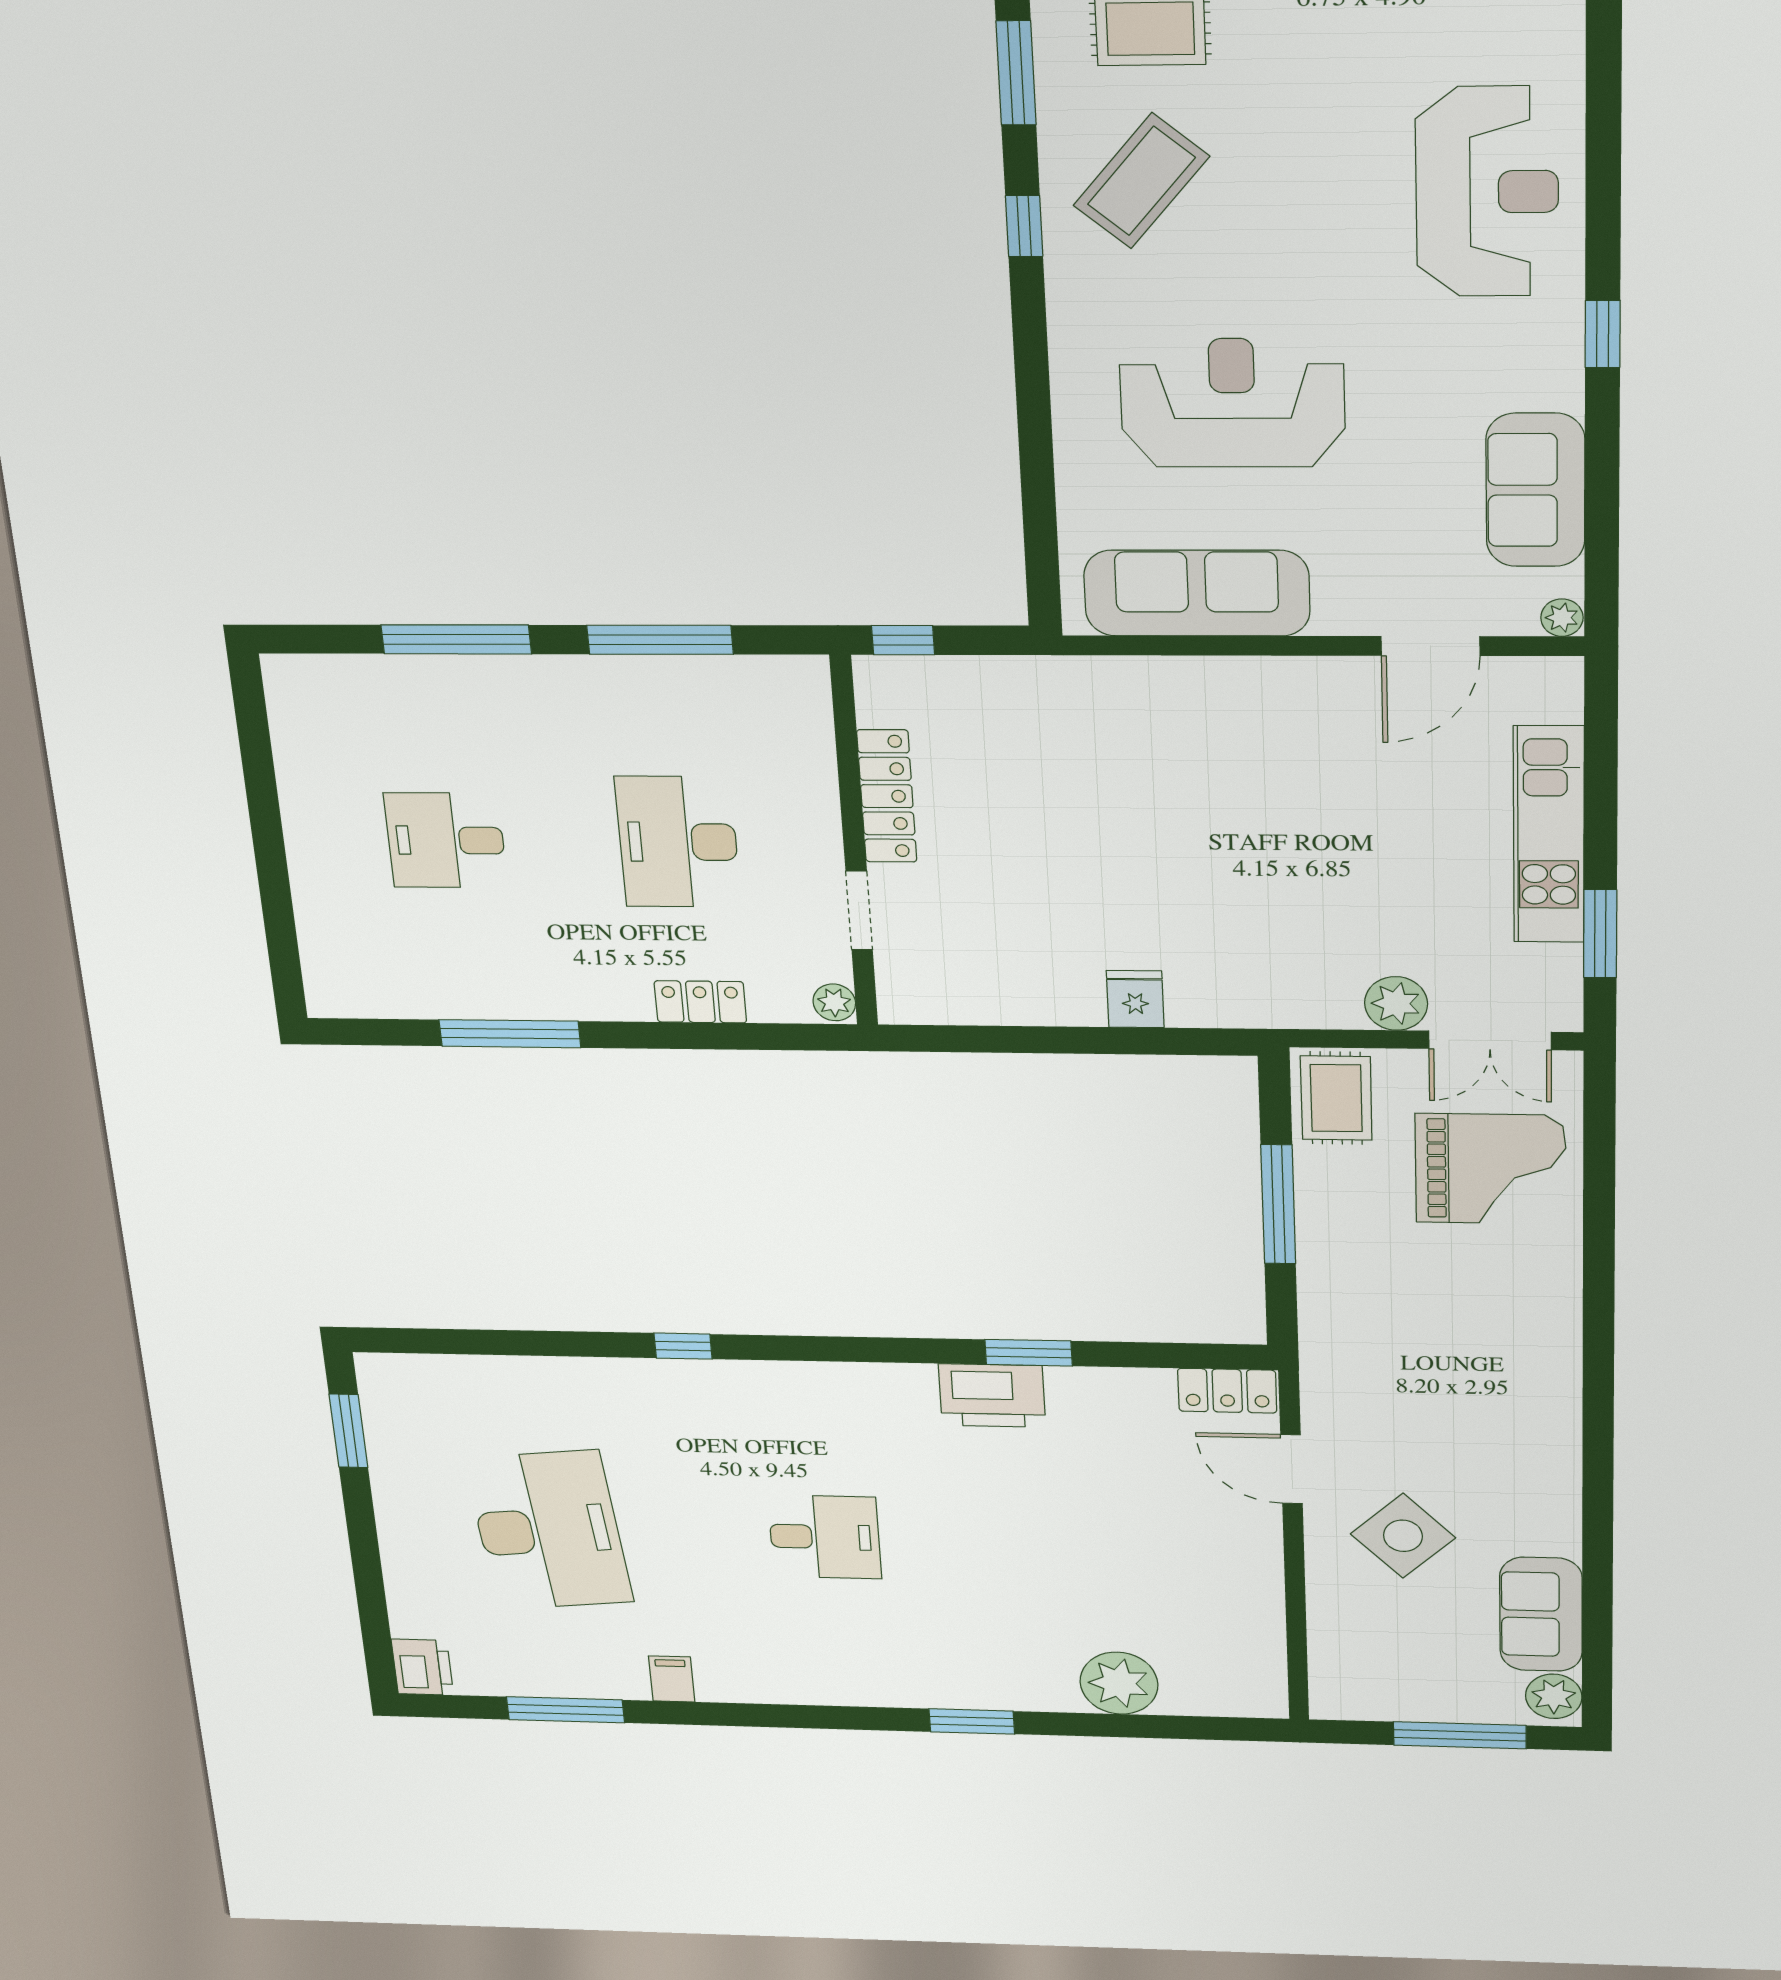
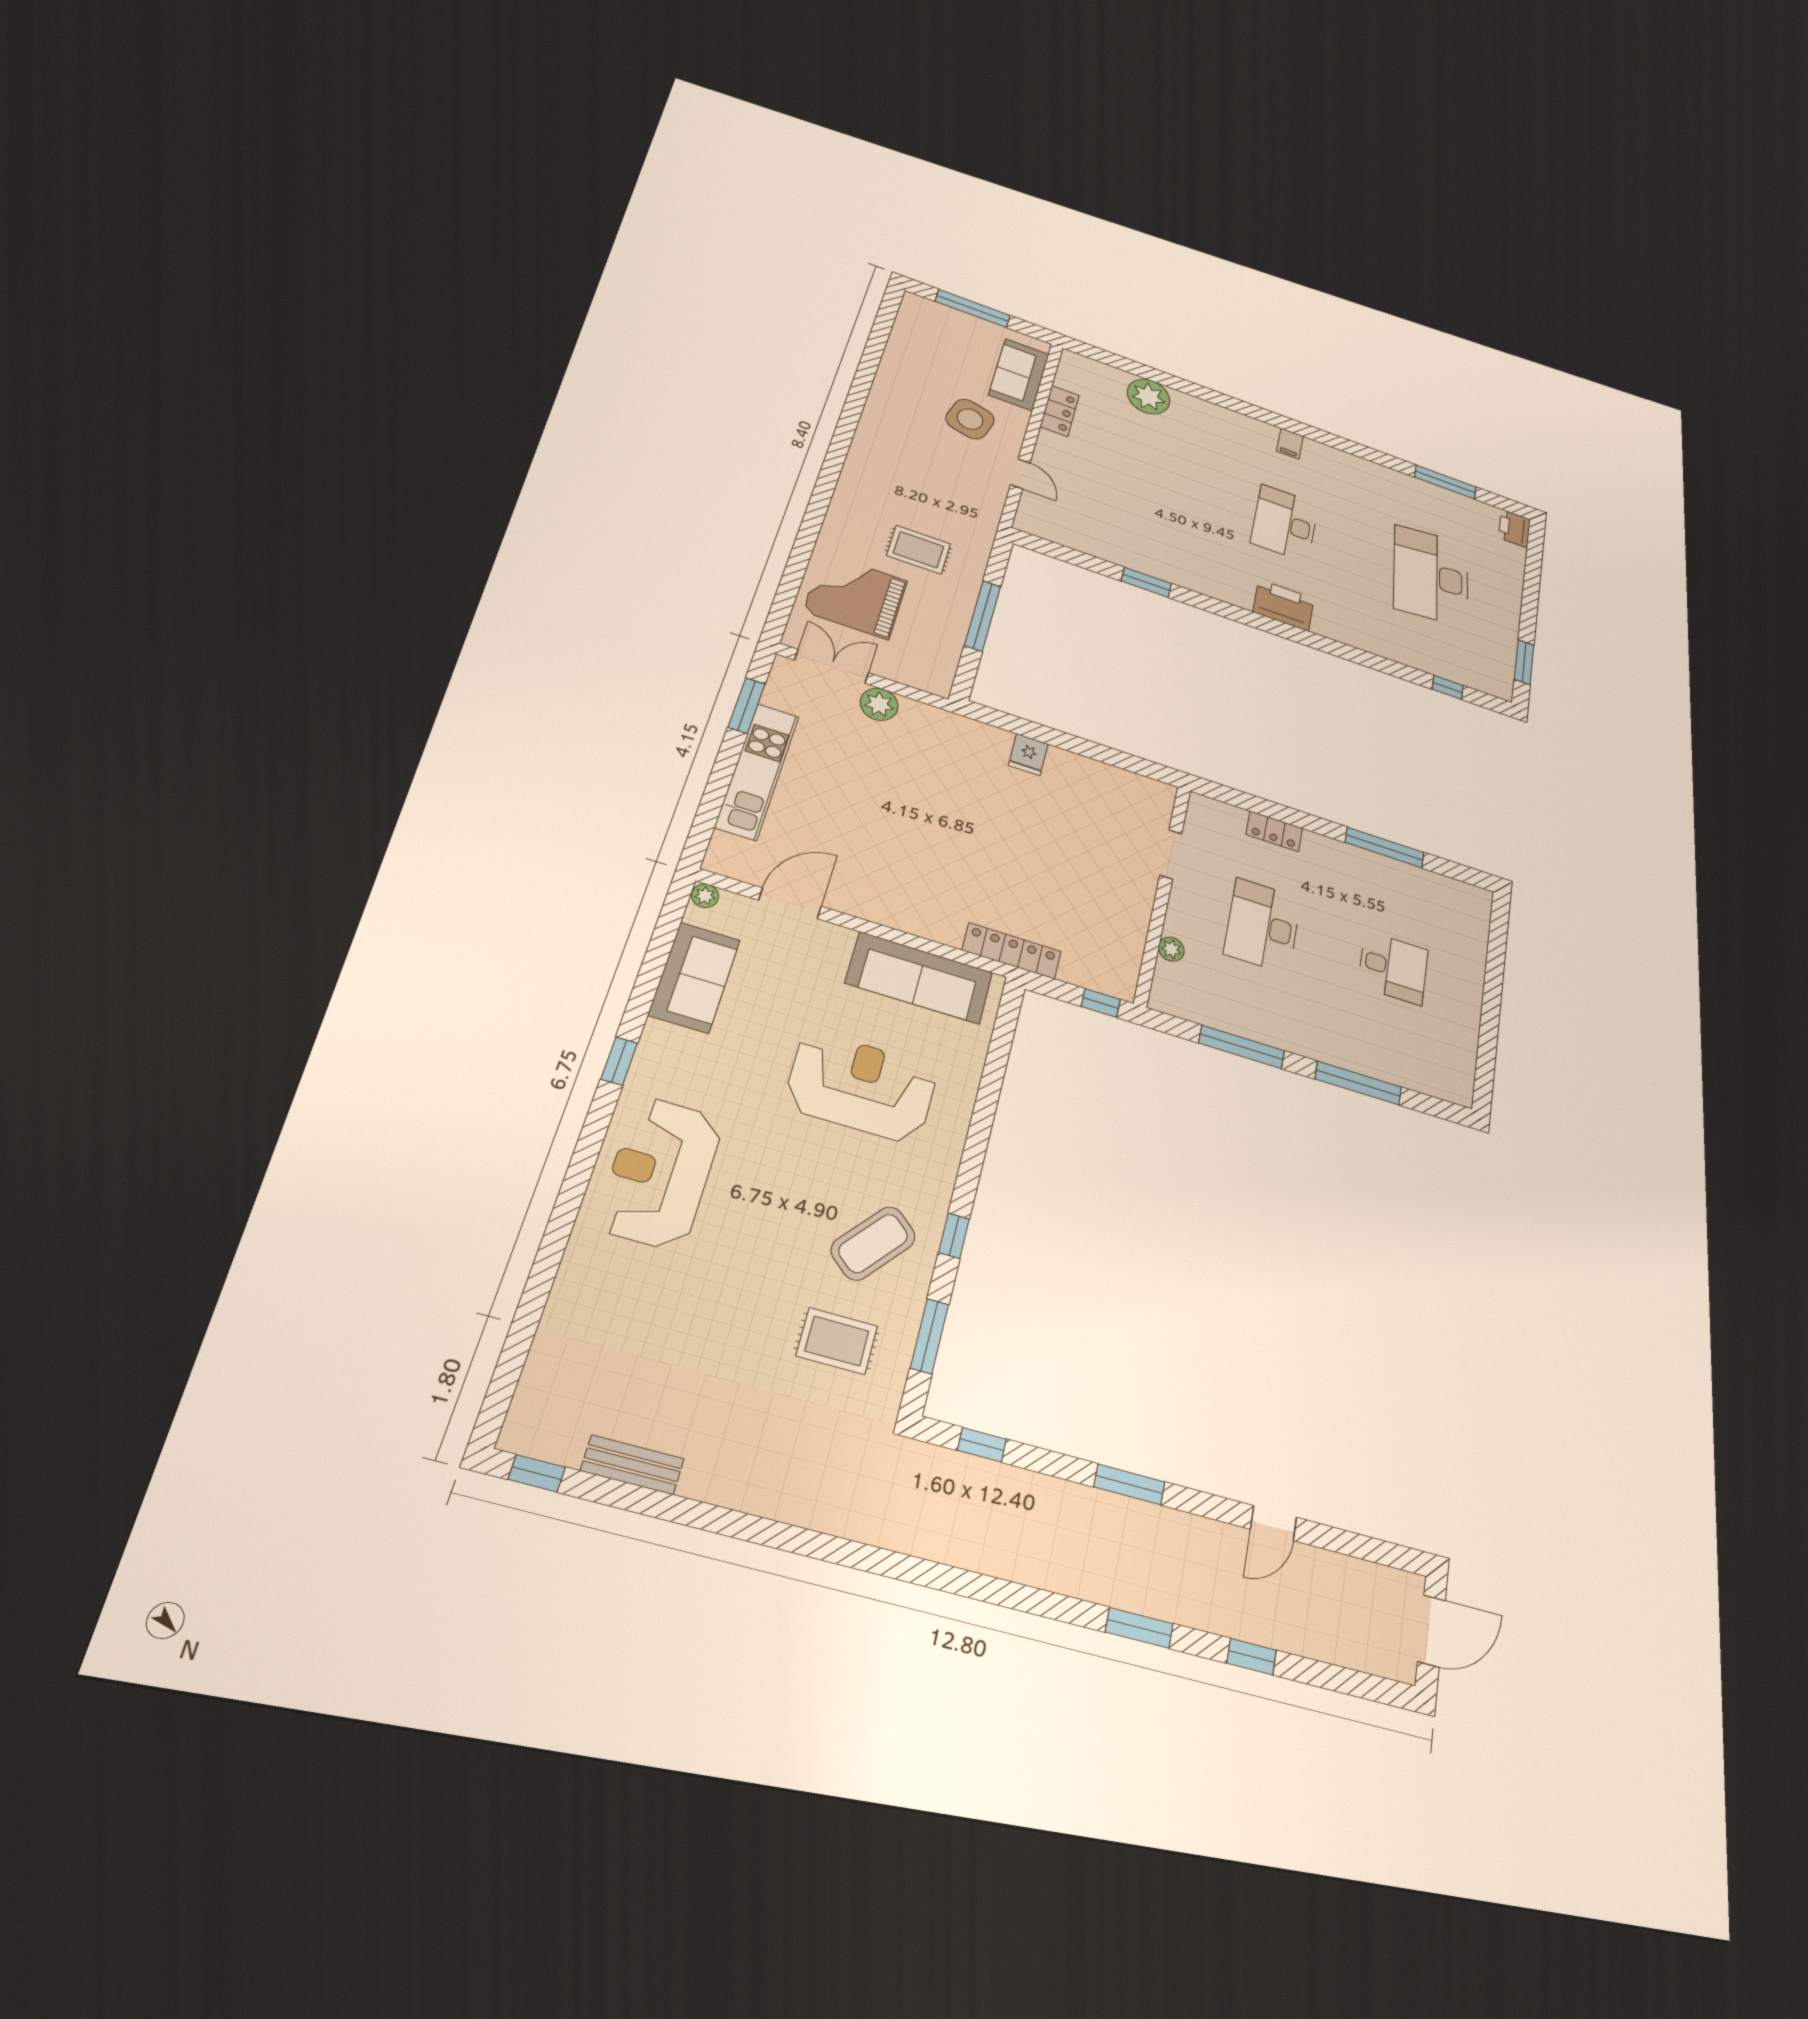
reception desk: (1232, 403) -> (861, 1087), turned 180
locker: (887, 796) -> (1012, 951), moved, turned 90
desk: (678, 842) -> (1263, 926), turned 180
plant: (834, 1002) -> (1171, 949), moved
rug: (1336, 1098) -> (919, 550), moved, turned 90
window: (683, 1346) -> (1448, 687), moved
locker: (1227, 1391) -> (1060, 411), moved, turned 90
printer: (992, 1395) -> (1284, 605), moved
door: (1291, 1469) -> (1020, 474), width x0.73
side table: (1403, 1536) -> (970, 419), turned -32
desk: (825, 1537) -> (1285, 523), width x1.37
sofa: (1541, 1614) -> (1019, 375), moved, turned 180
filing cabinet: (672, 1679) -> (1290, 444), moved
plant: (1554, 1696) -> (915, 310), removed
window: (972, 1721) -> (1233, 404), removed

